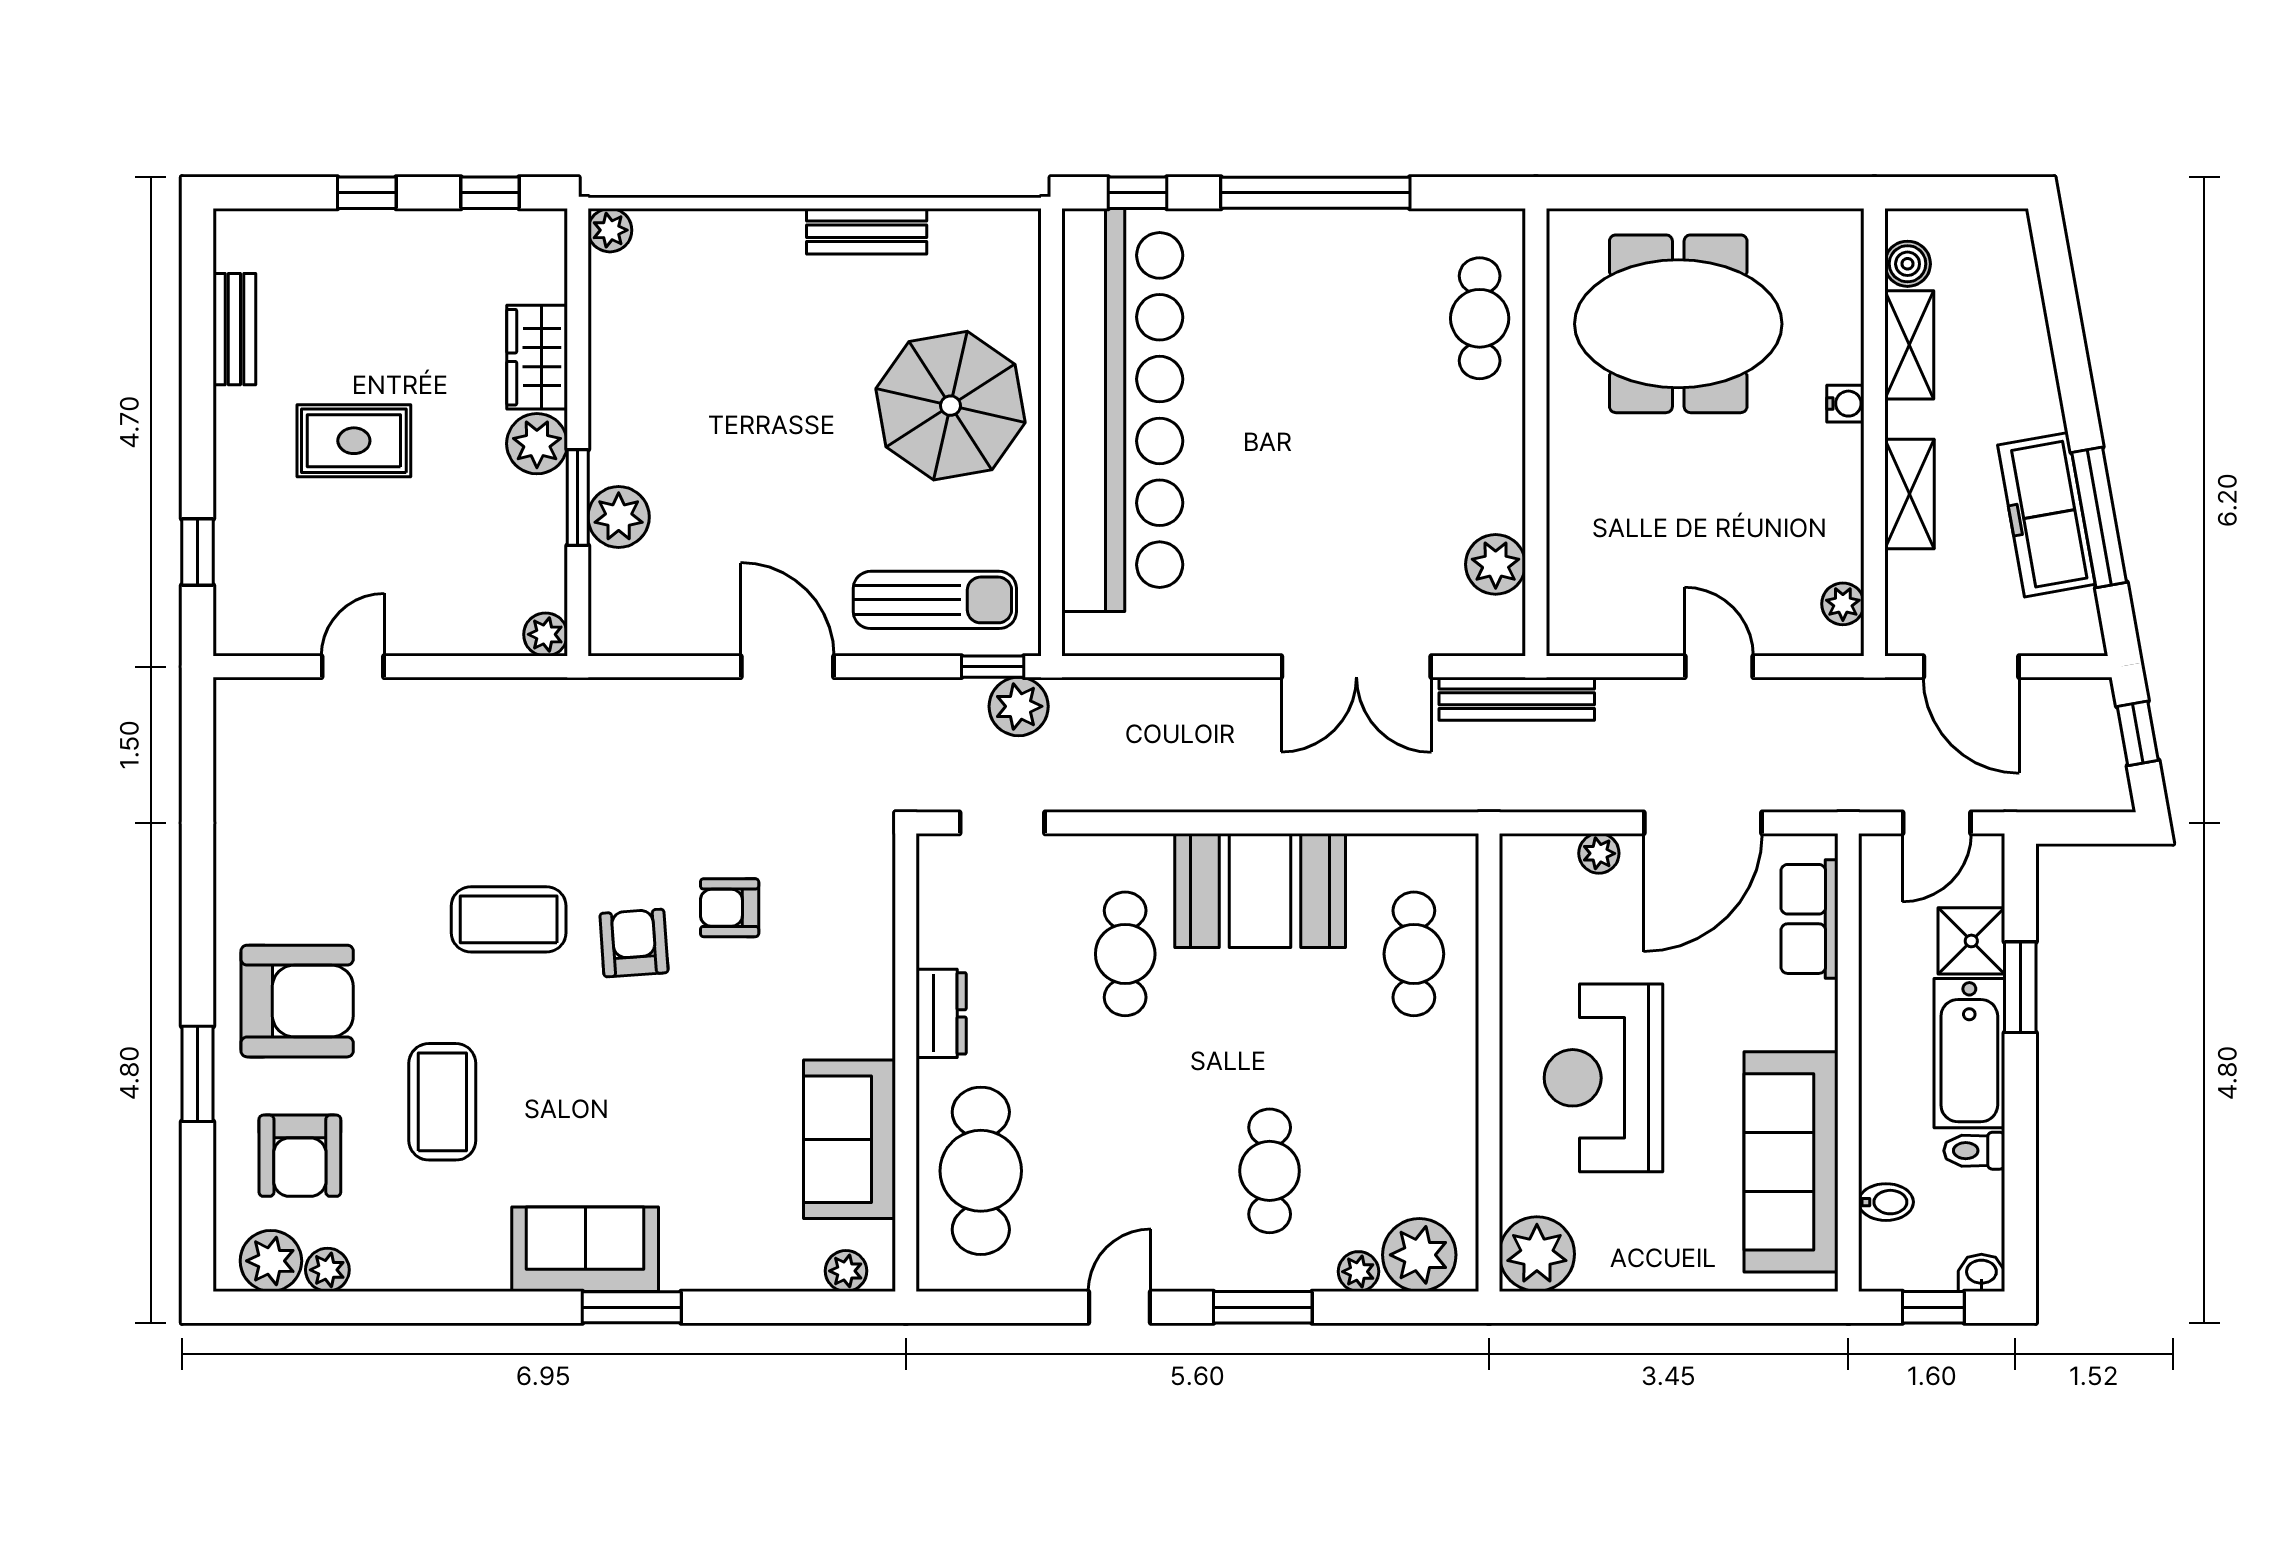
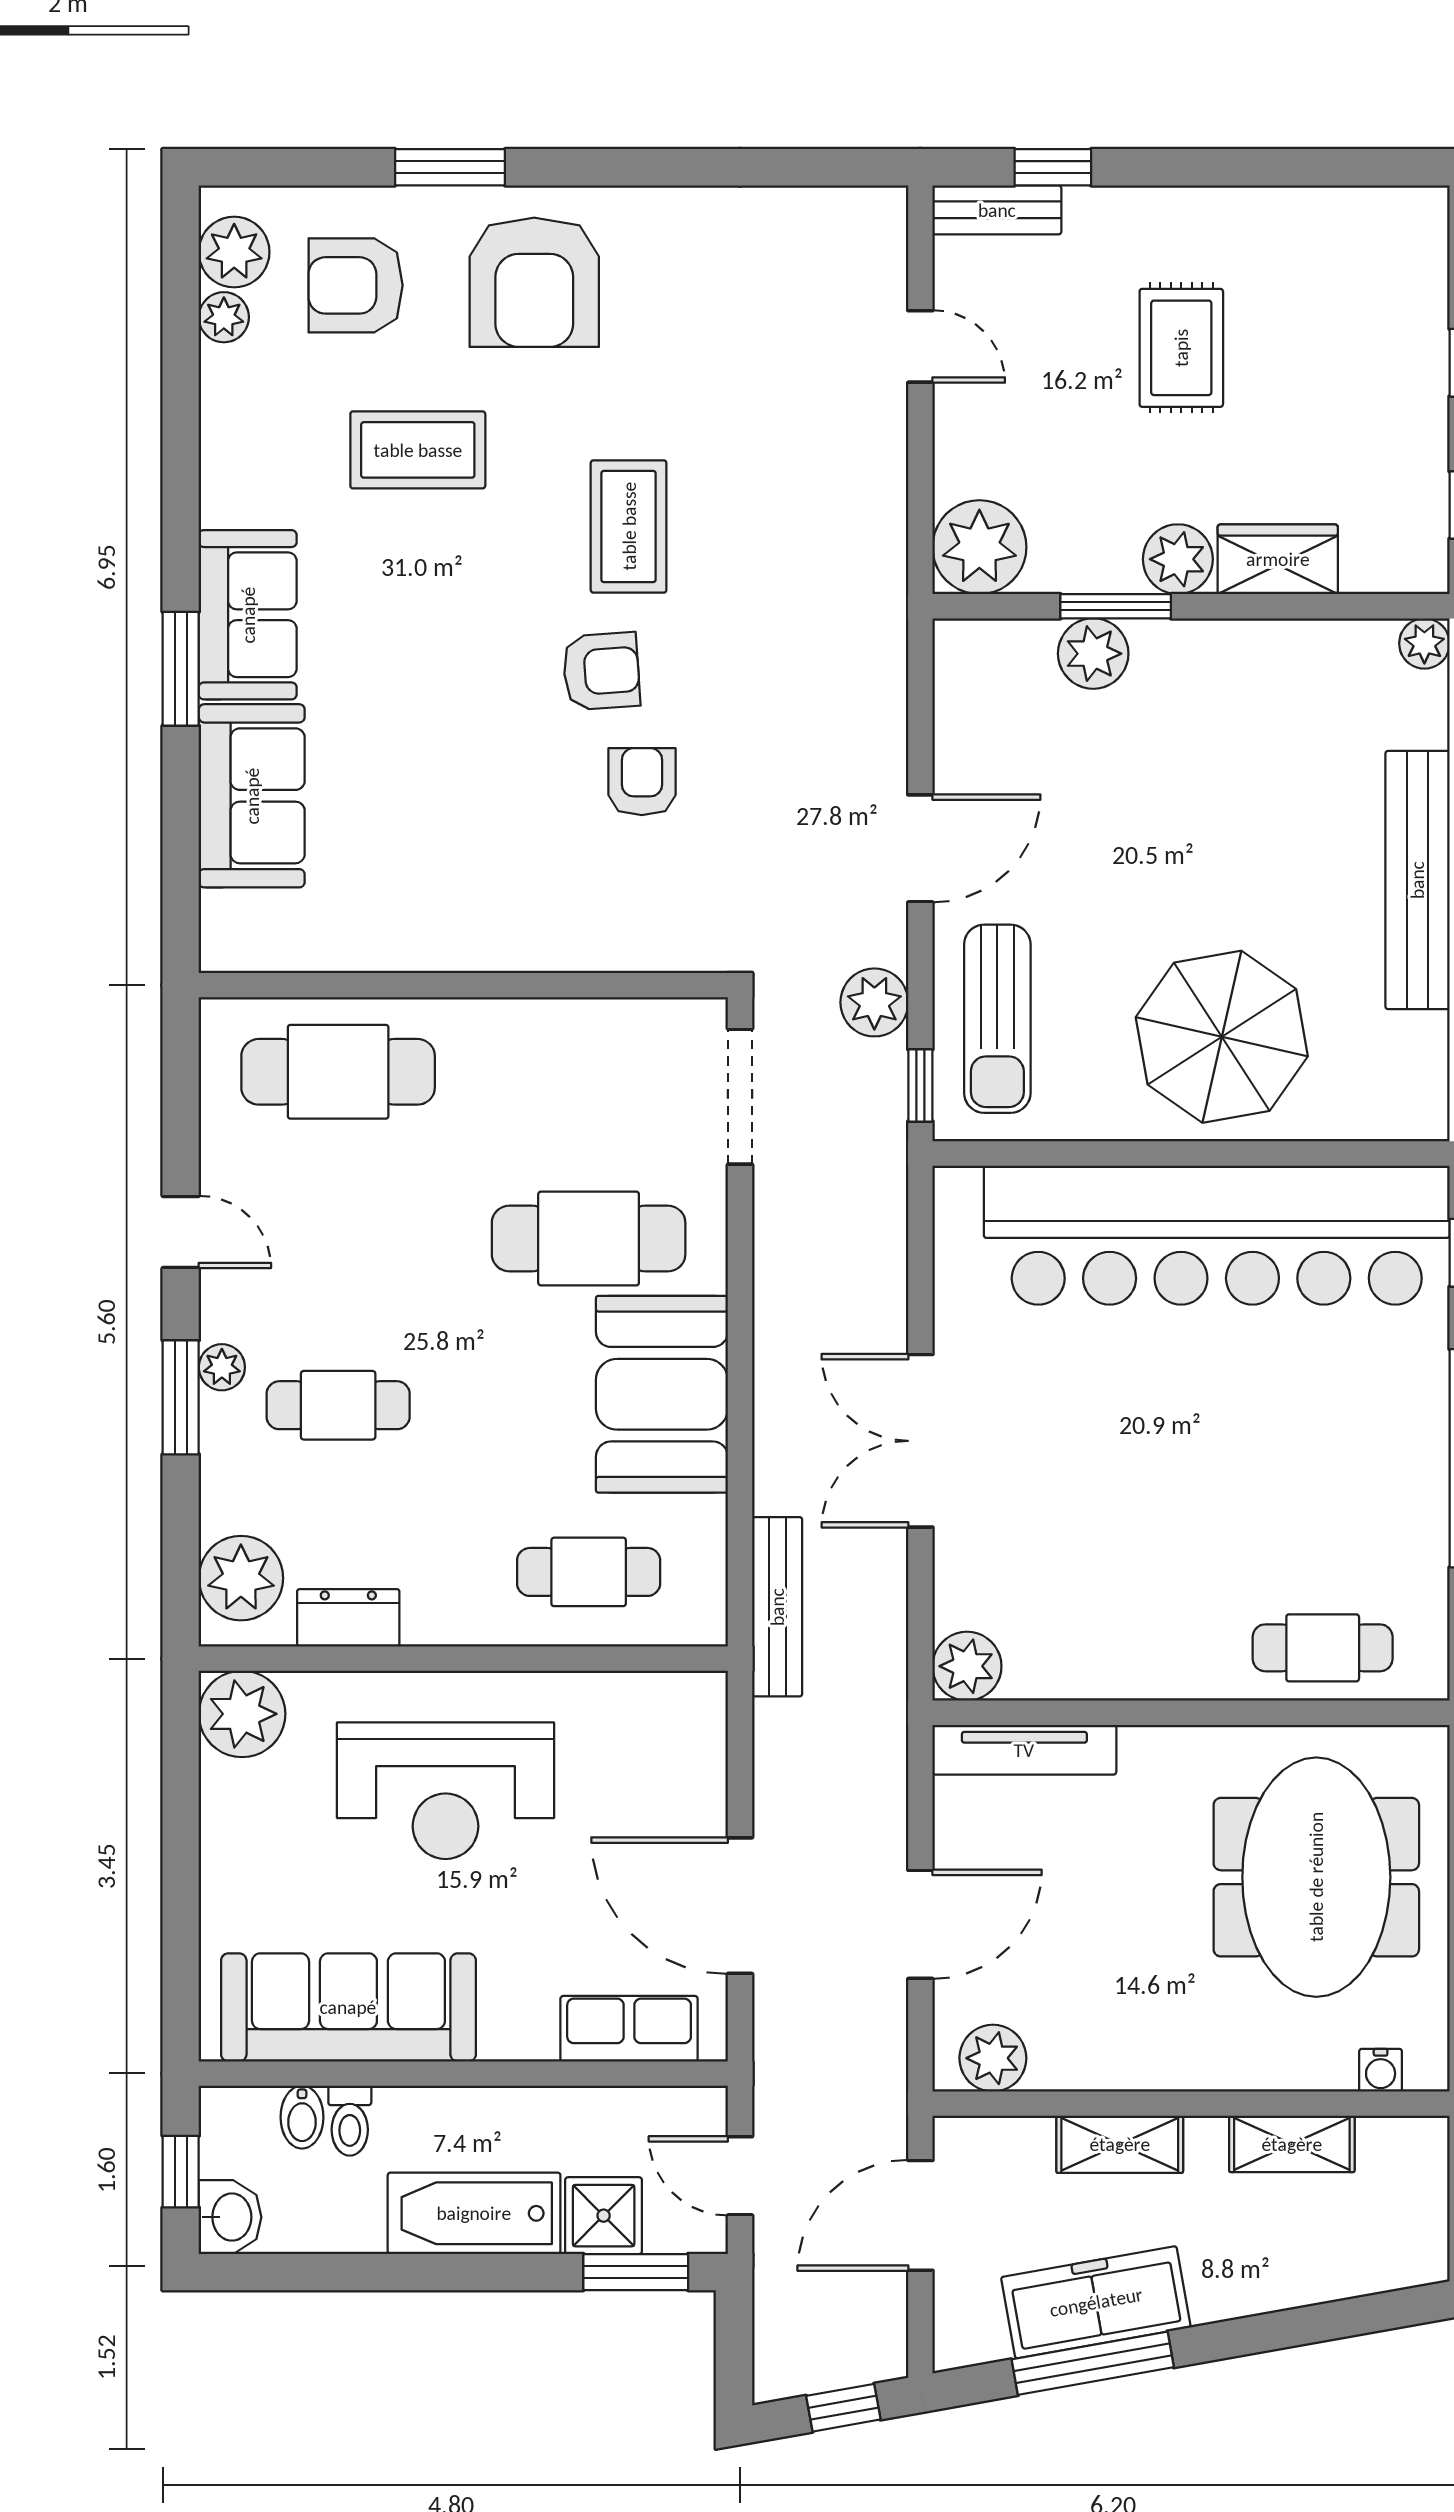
bench: (867, 231) -> (1417, 880), width x1.86, depth x1.21
boiler: (1908, 264) -> (1386, 2142), removed
bench: (234, 329) -> (997, 210), moved
water cooler: (1845, 404) -> (1381, 2070), moved
plant: (1496, 564) -> (967, 1666), moved
tv unit: (1568, 577) -> (1024, 1750), added
plant: (1843, 604) -> (993, 2058), width x1.38, depth x1.38
plant: (546, 634) -> (979, 547), width x1.88, depth x1.88
double door: (1356, 667) -> (920, 1441), moved
door: (1719, 667) -> (920, 1924), width x1.38
bench: (1517, 699) -> (777, 1607), moved
plant: (1019, 706) -> (874, 1002), moved
doorway: (1002, 823) -> (740, 1097), width x1.38
plant: (1599, 853) -> (705, 1786), removed
cafe table: (1125, 954) -> (589, 1239), width x1.37, depth x1.35
window: (2020, 987) -> (636, 2272), moved
dresser: (941, 1013) -> (348, 1618), moved, turned 180
reception desk: (1603, 1078) -> (446, 1791), turned 180
sofa: (849, 1139) -> (252, 796), moved, turned 90
toilet: (1974, 1151) -> (350, 2121), moved, turned 180
plant: (846, 1271) -> (223, 916), removed
plant: (1359, 1272) -> (222, 1367), moved
washbasin: (1981, 1273) -> (230, 2217), width x1.38, depth x1.45

